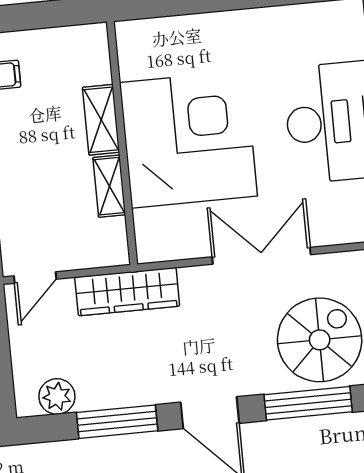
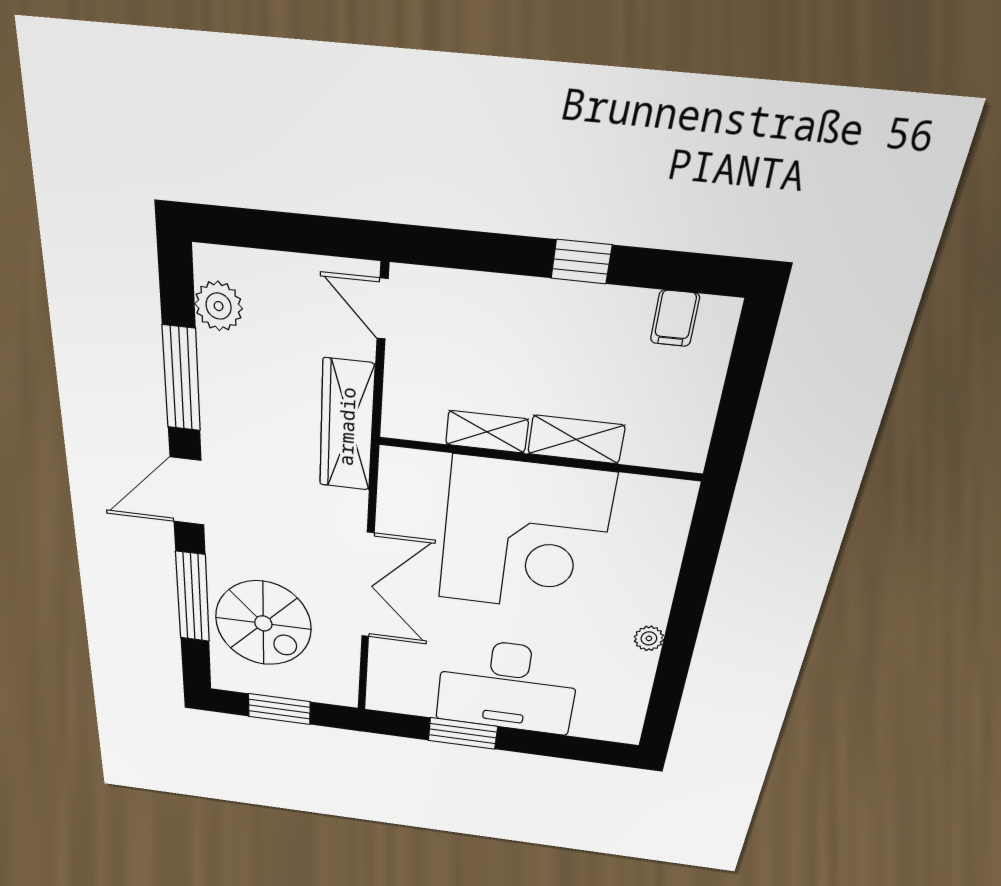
plant: (256, 19) -> (649, 638), added

